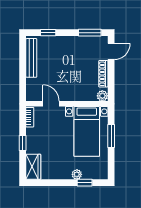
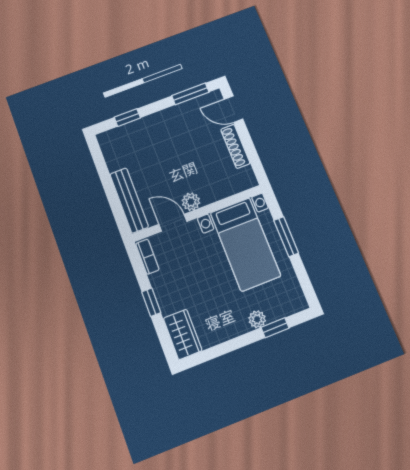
door: (111, 51) -> (234, 109), swing flipped
bench: (31, 58) -> (129, 200), moved
plant: (102, 96) -> (191, 202), moved

